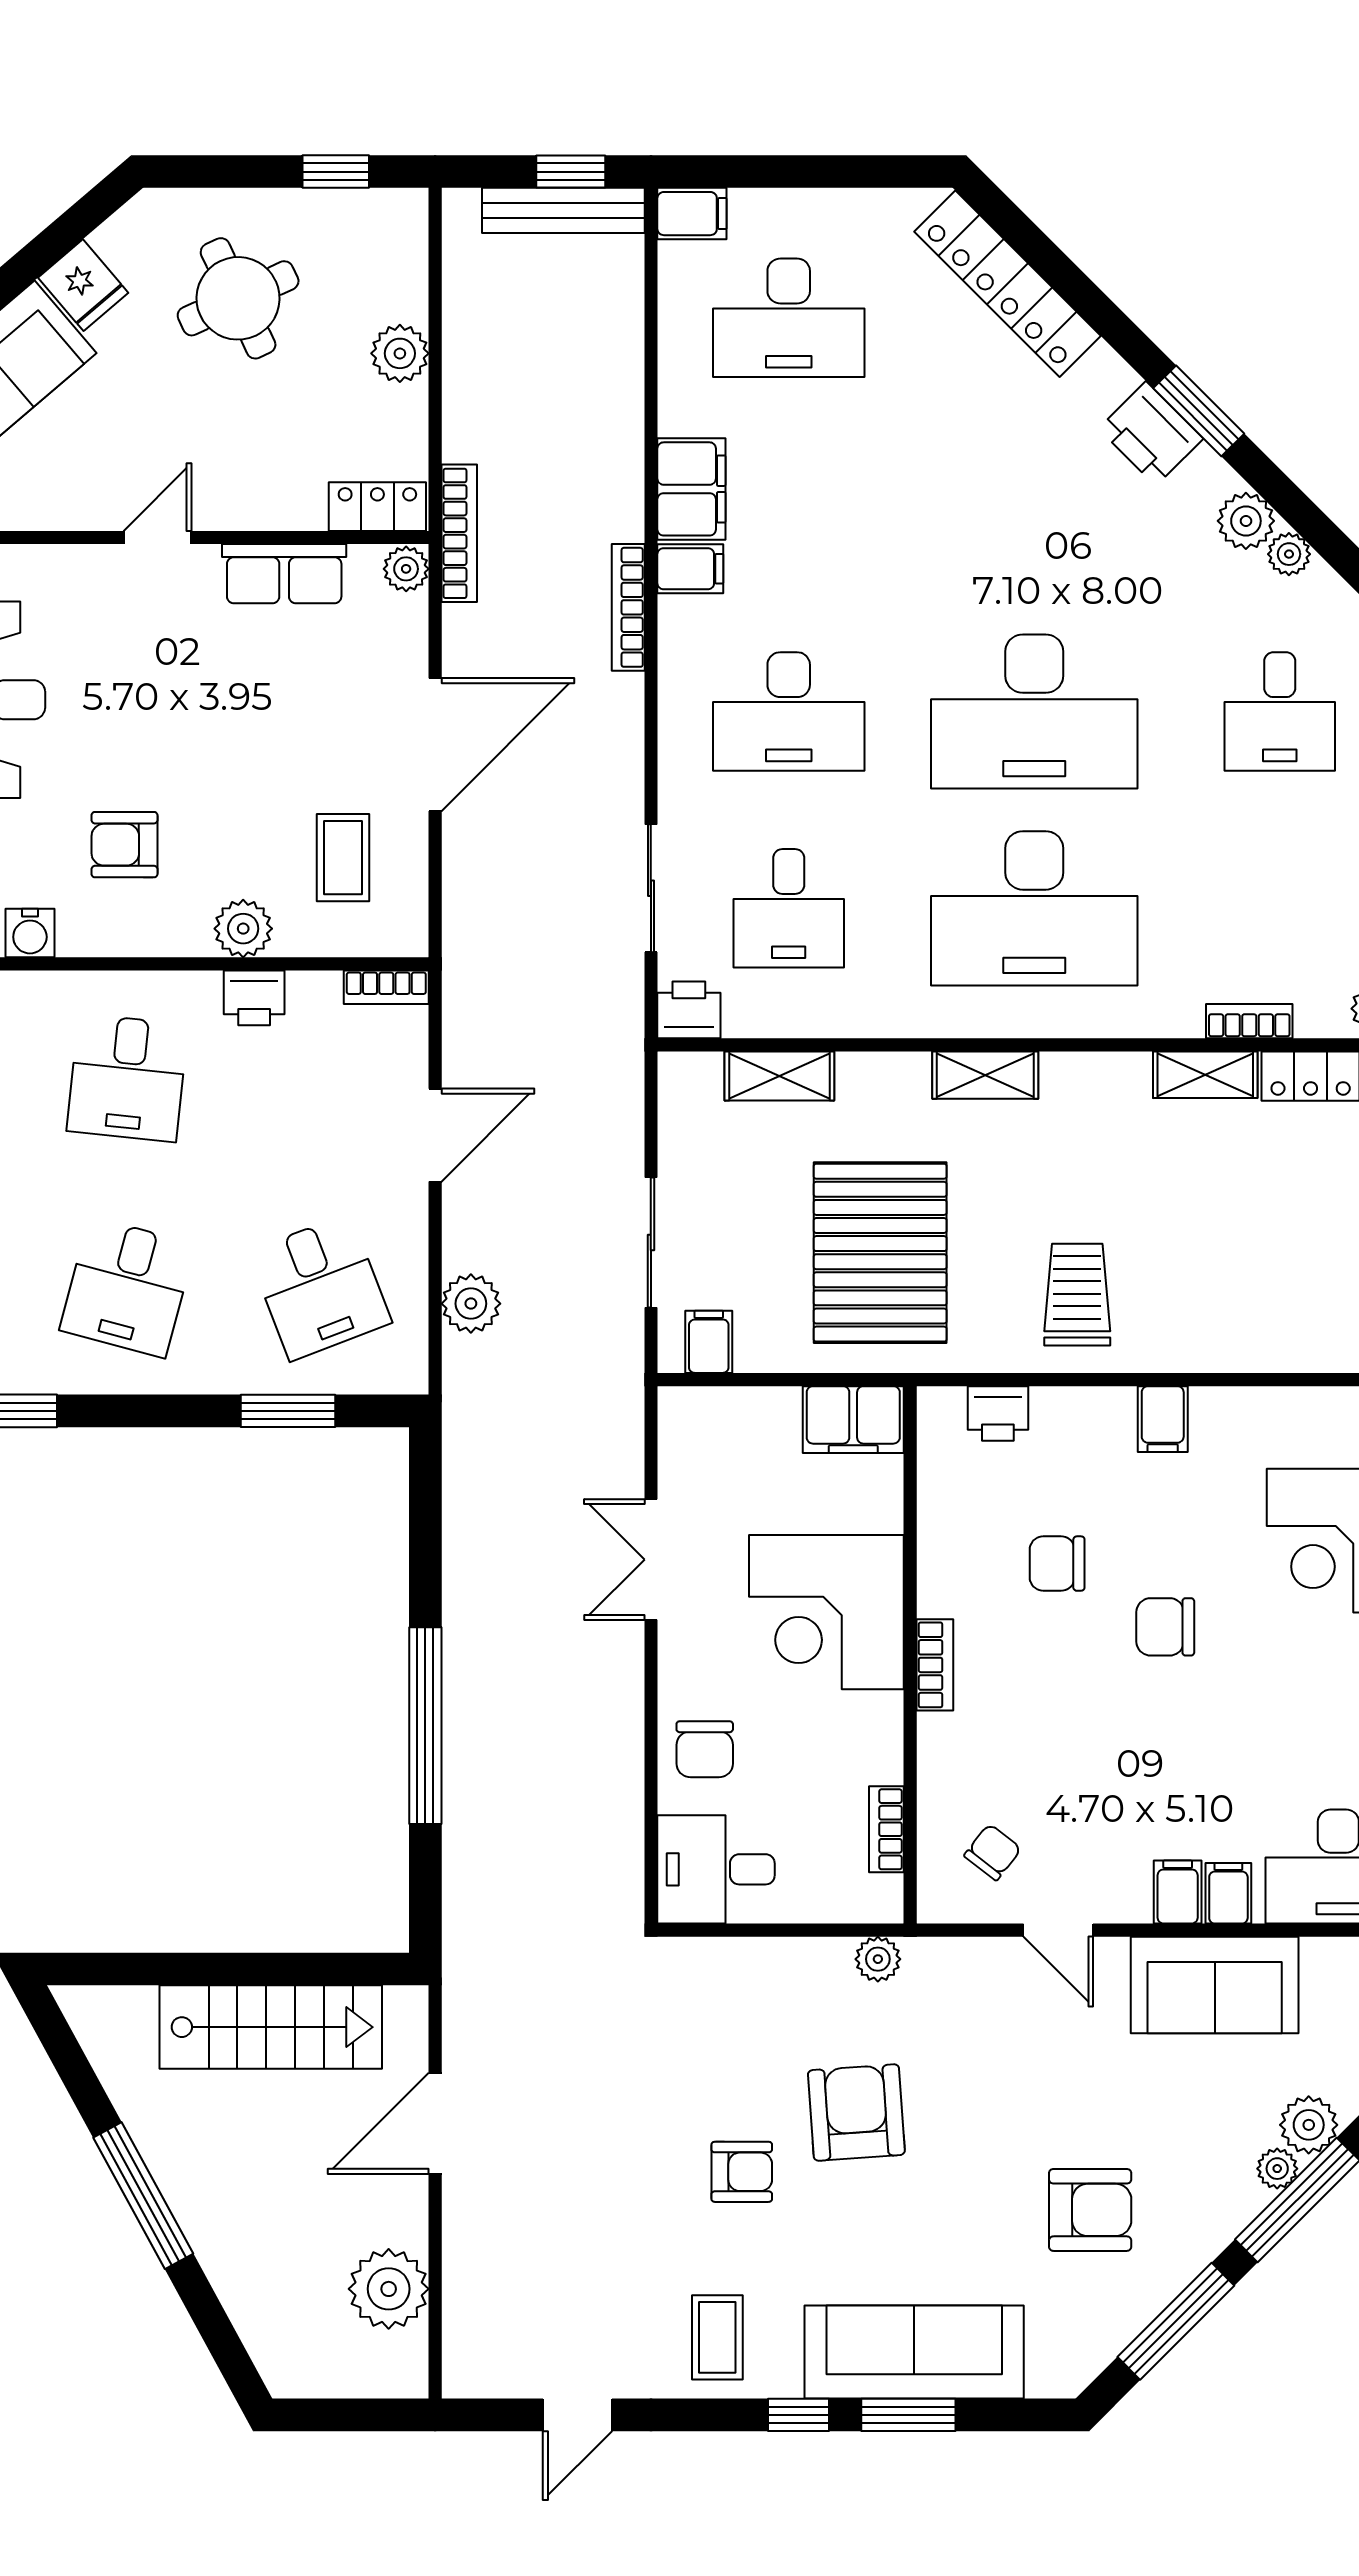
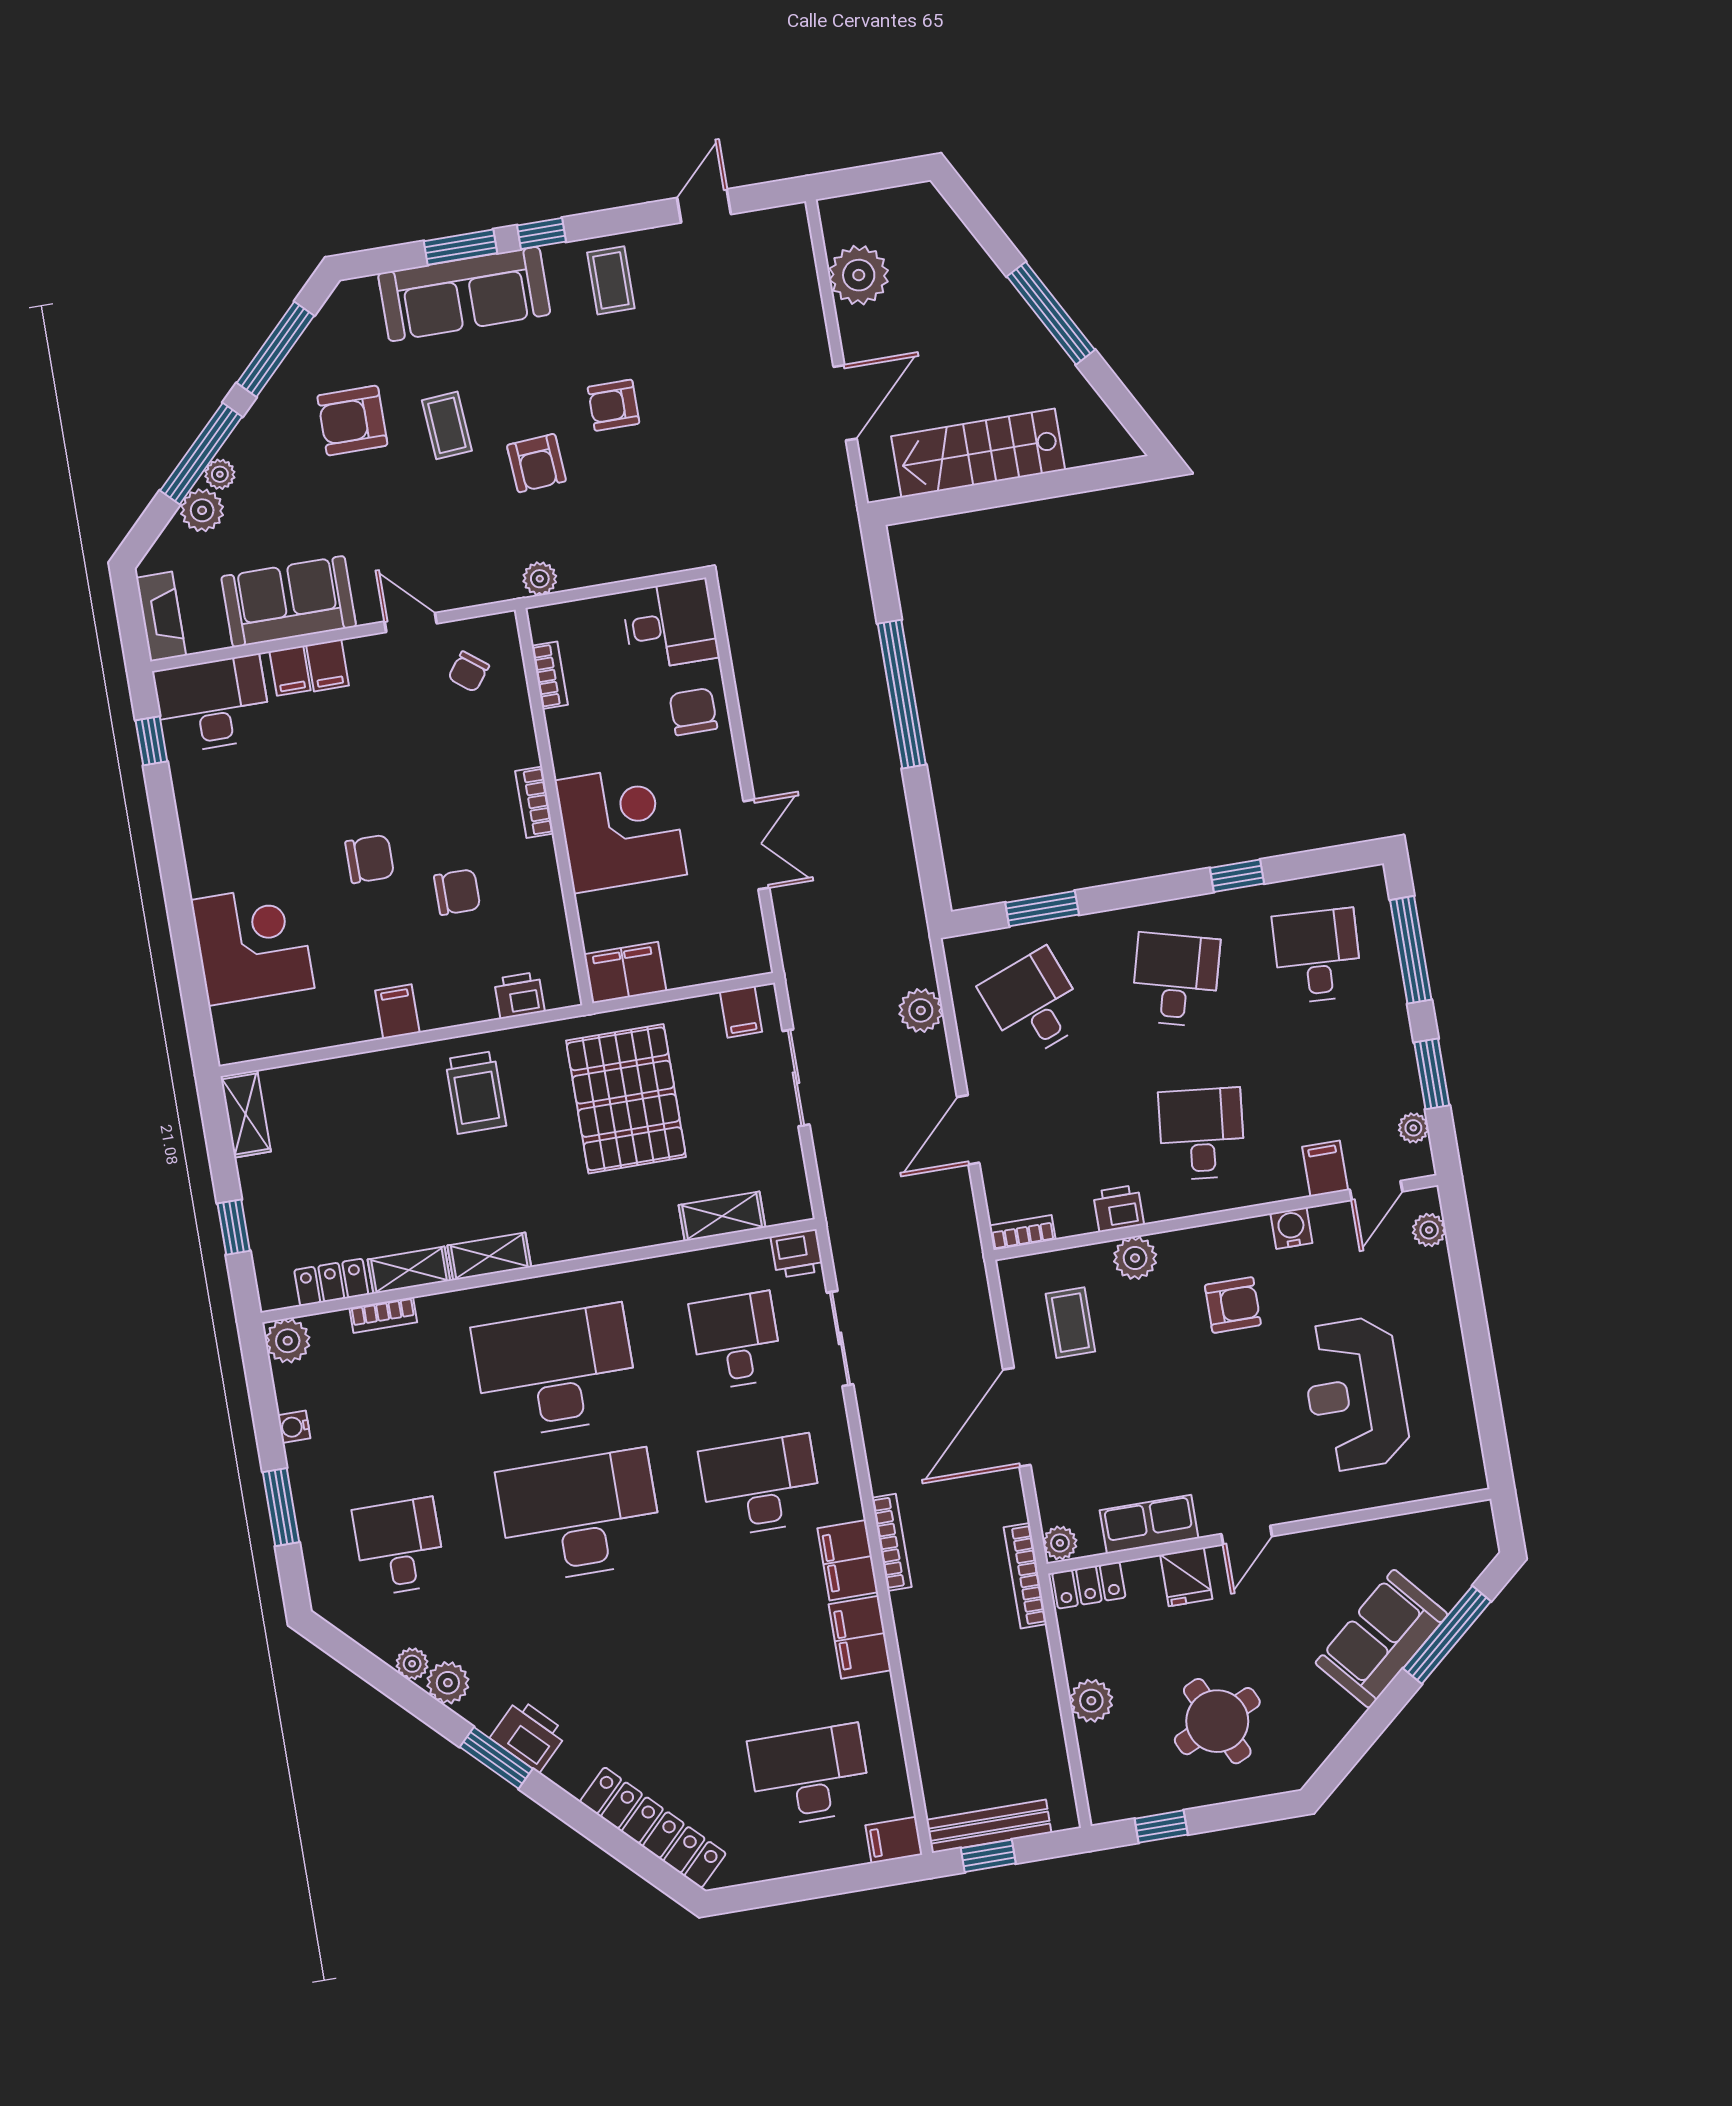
fridge: (83, 285) -> (1186, 1577), moved, turned -140
filing cabinet: (690, 569) -> (848, 1560), width x2.00
shelving: (985, 1075) -> (489, 1256), moved
armchair: (856, 2113) -> (536, 463), width x0.72, depth x0.72
coffee table: (966, 2182) -> (447, 425), added

